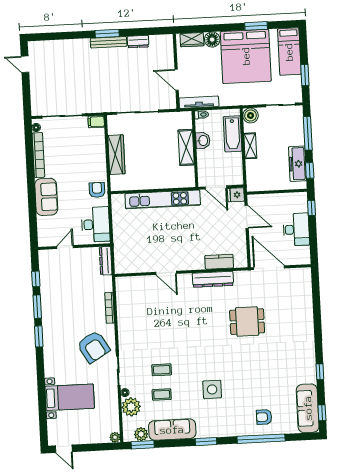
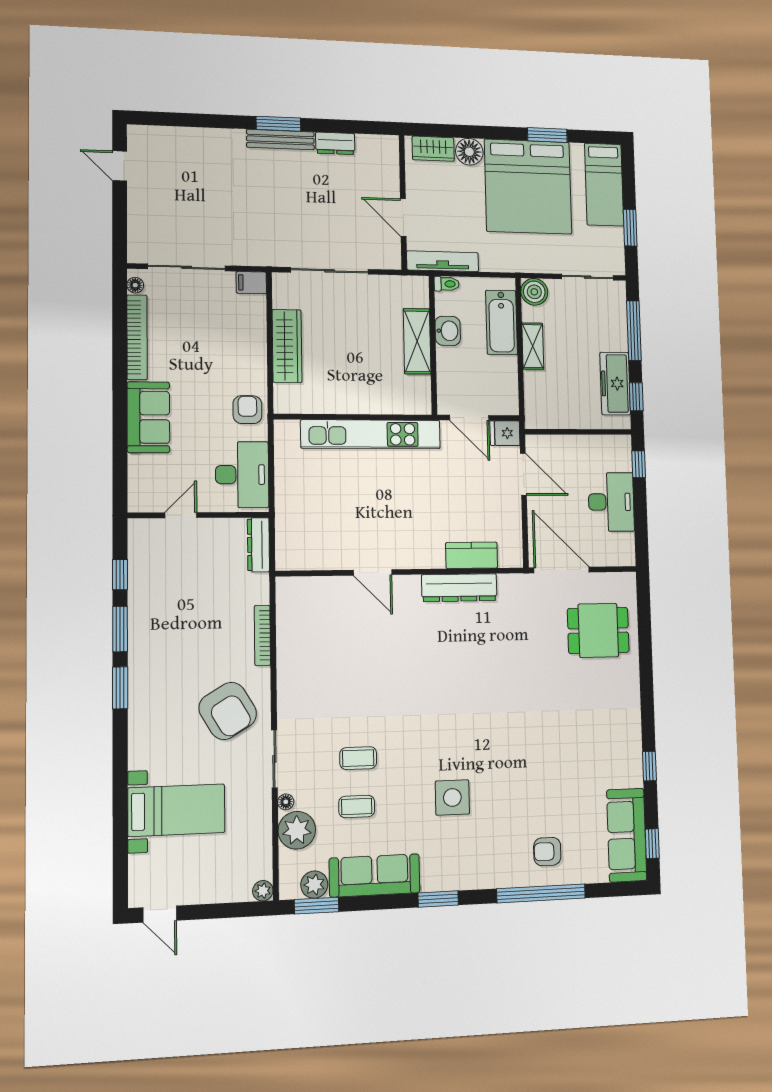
dining table: (247, 322) -> (598, 630), moved

